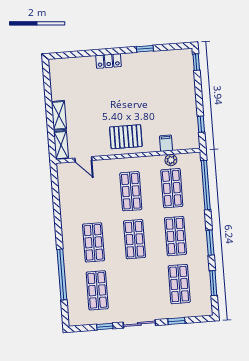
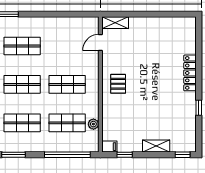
locker: (108, 61) -> (190, 73), width x1.53
shelving: (59, 115) -> (156, 146), moved
pallet: (126, 137) -> (118, 84), width x0.67, depth x0.71
filing cabinet: (166, 143) -> (109, 147), moved

